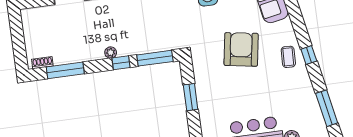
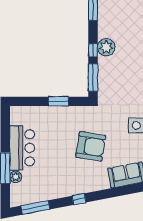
plant: (111, 53) -> (106, 47), width x1.87, depth x1.87
coffee table: (288, 57) -> (80, 183), removed

